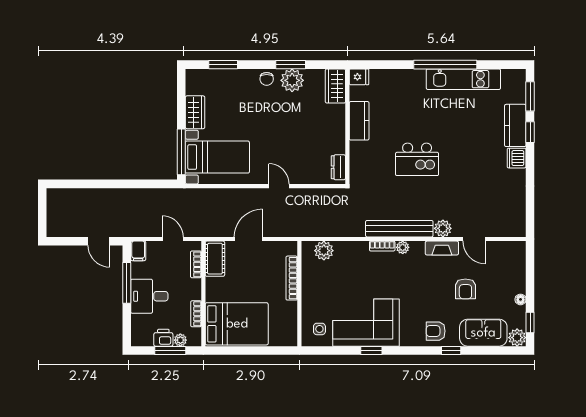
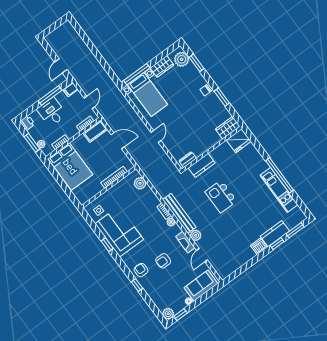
fridge: (359, 77) -> (239, 141), width x1.88, depth x1.34
plant: (292, 80) -> (182, 59), moved
kitchen counter: (359, 121) -> (202, 165), moved
armchair: (465, 289) -> (163, 261), moved
sofa: (483, 333) -> (201, 286), moved, turned -90
printer: (163, 338) -> (27, 123), moved

